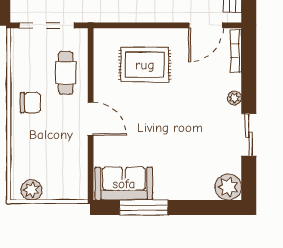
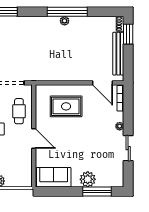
door: (206, 25) -> (103, 83), hinge flipped
plant: (228, 187) -> (88, 179), moved
window: (144, 208) -> (97, 192), moved

